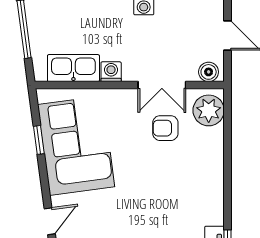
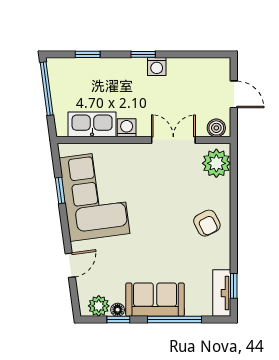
double door: (162, 85) -> (173, 140), swing flipped
armchair: (165, 128) -> (207, 223), moved, turned -117

